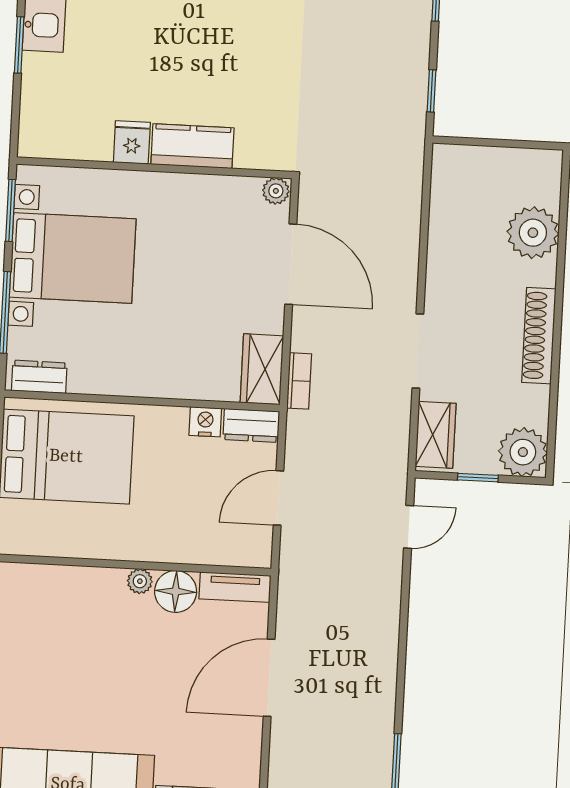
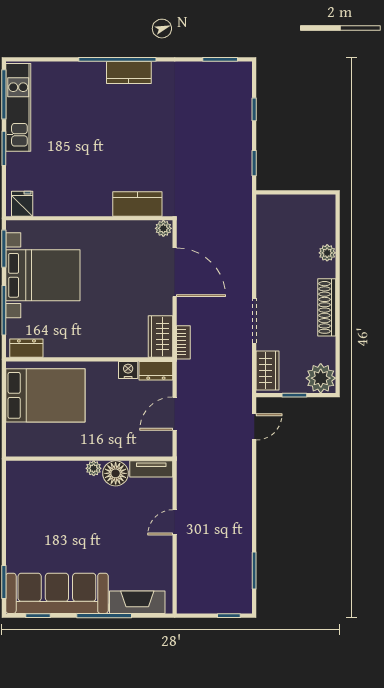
fridge: (132, 142) -> (22, 204), moved
kitchen counter: (192, 146) -> (137, 204), moved
plant: (533, 233) -> (327, 253), width x0.53, depth x0.53
door: (269, 678) -> (175, 522), width x0.53

